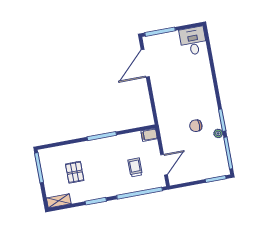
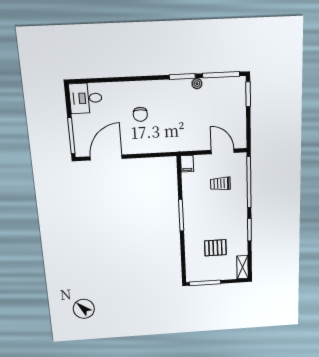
door: (145, 63) -> (106, 158), swing flipped
chair: (196, 126) -> (140, 114), moved

